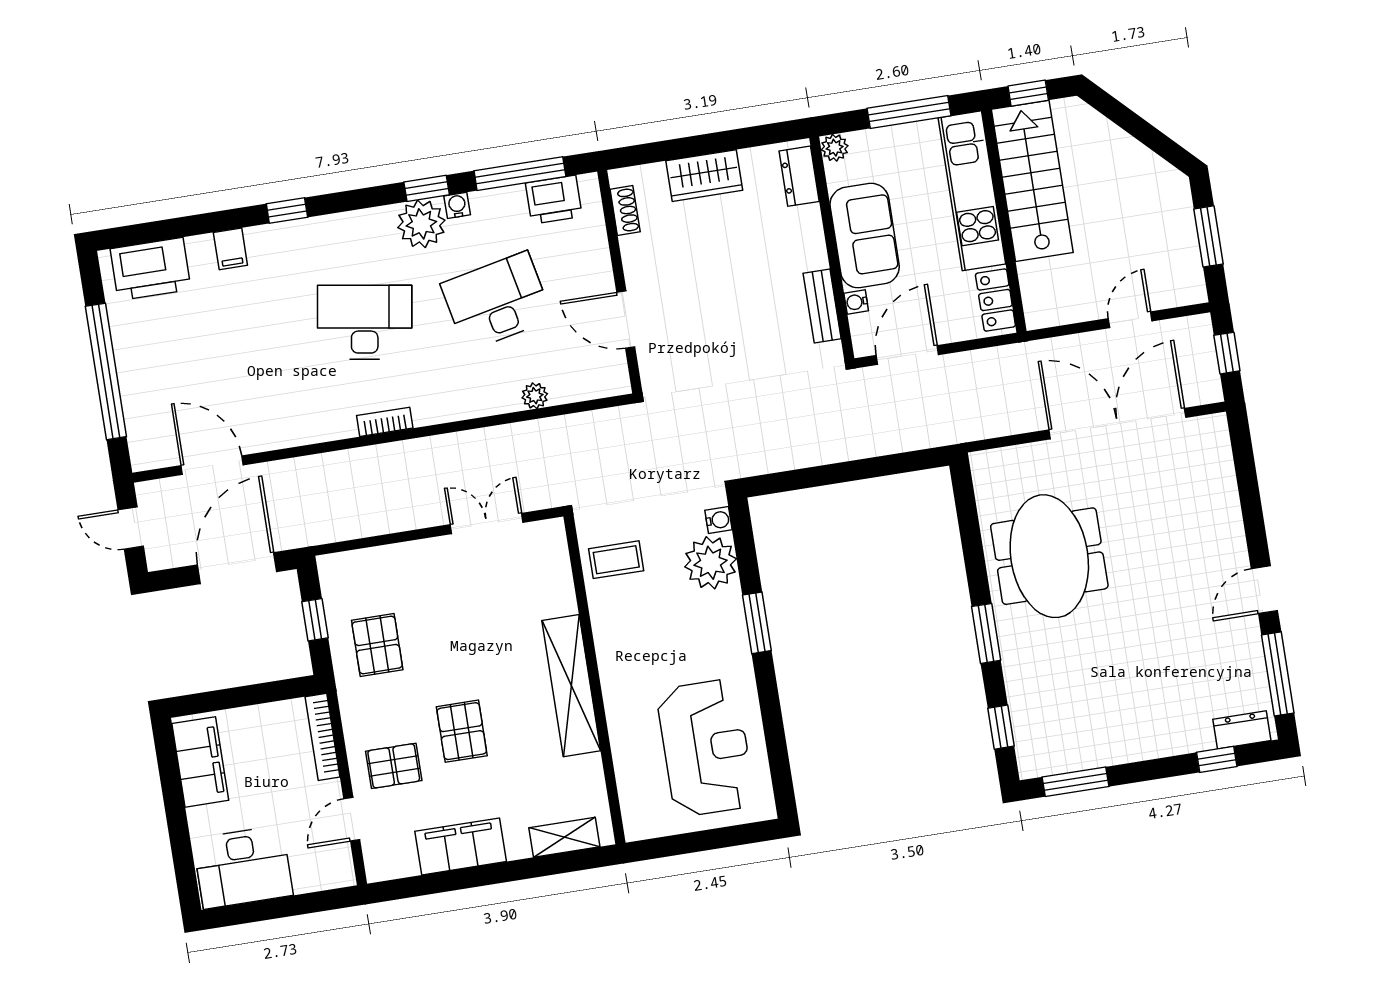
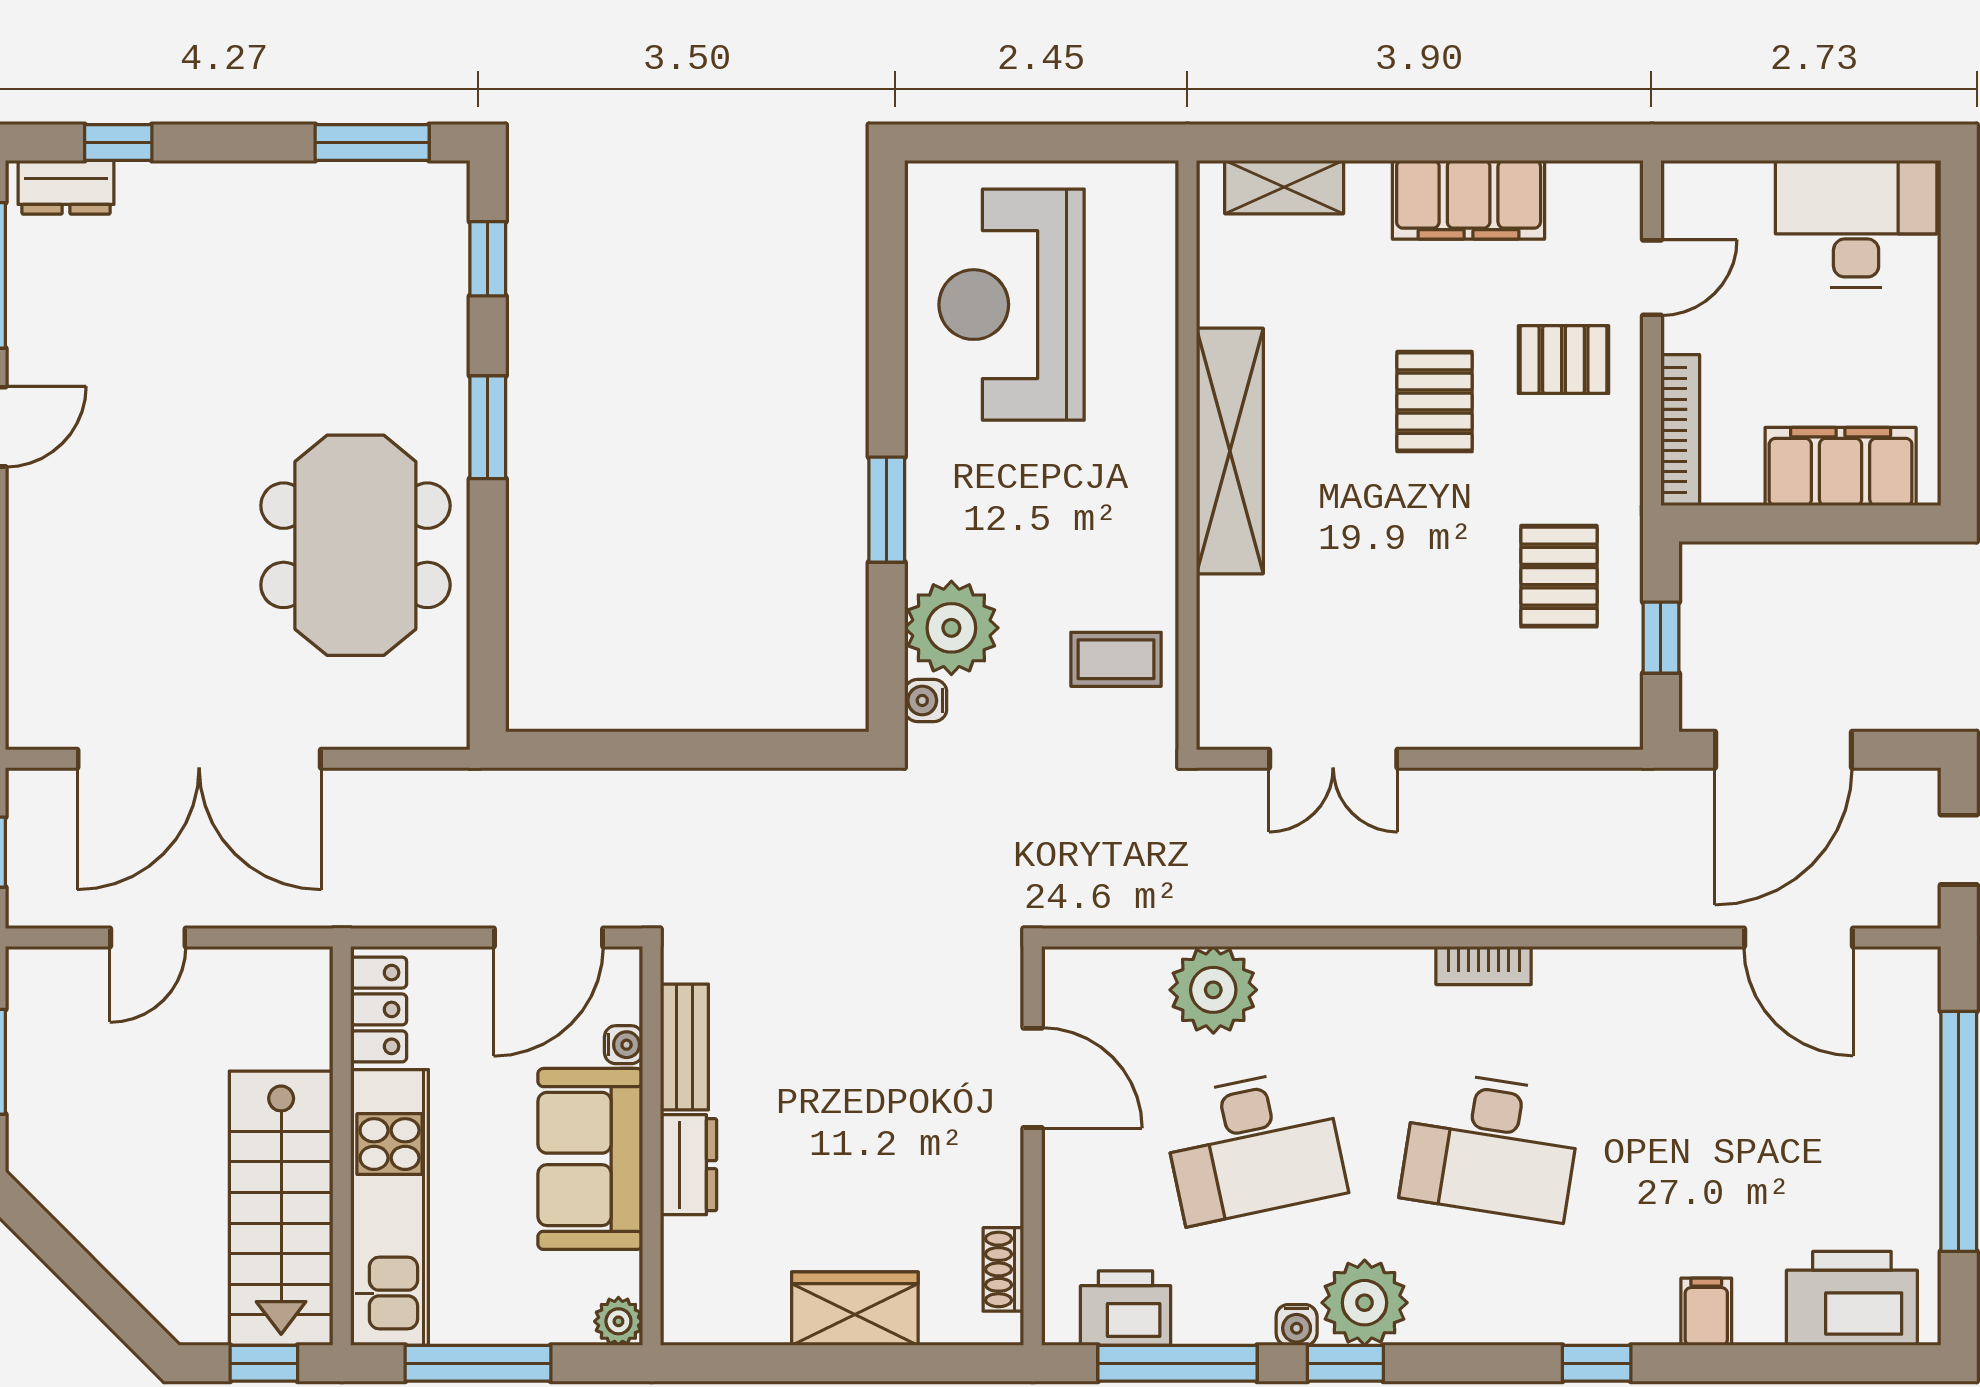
dresser: (799, 176) -> (688, 1165), moved
plant: (535, 396) -> (1213, 990), width x1.88, depth x1.88
filing cabinet: (200, 762) -> (1841, 467), moved, turned 90

